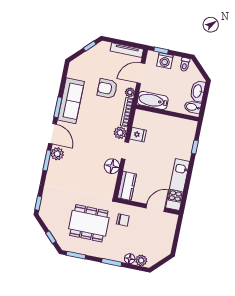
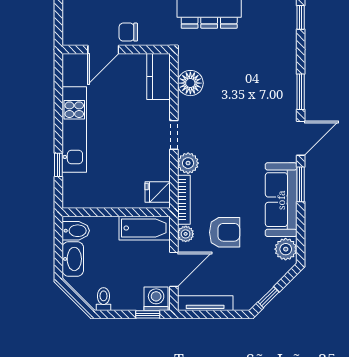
washing machine: (165, 61) -> (156, 299), moved
door: (52, 134) -> (301, 138), swing flipped
fridge: (138, 135) -> (158, 192), moved
plant: (57, 154) -> (286, 249), moved
floor lamp: (112, 166) -> (190, 83), moved
kitchen unit: (178, 185) -> (74, 129), moved
chair: (123, 220) -> (128, 32), moved

